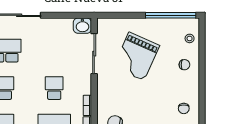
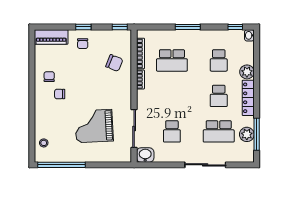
grand piano: (136, 56) -> (94, 126), turned -117
chair: (184, 65) -> (60, 94), moved
school desk: (54, 88) -> (172, 131), moved

